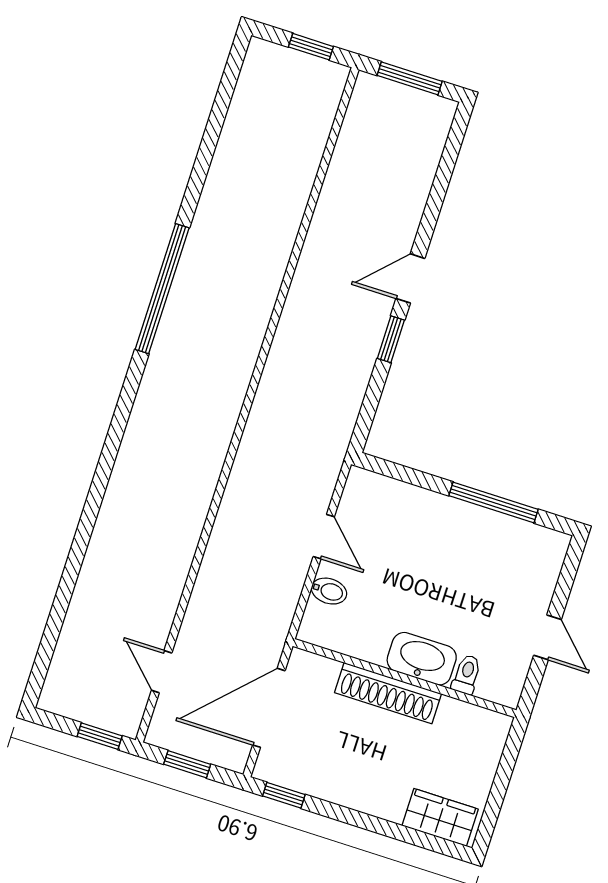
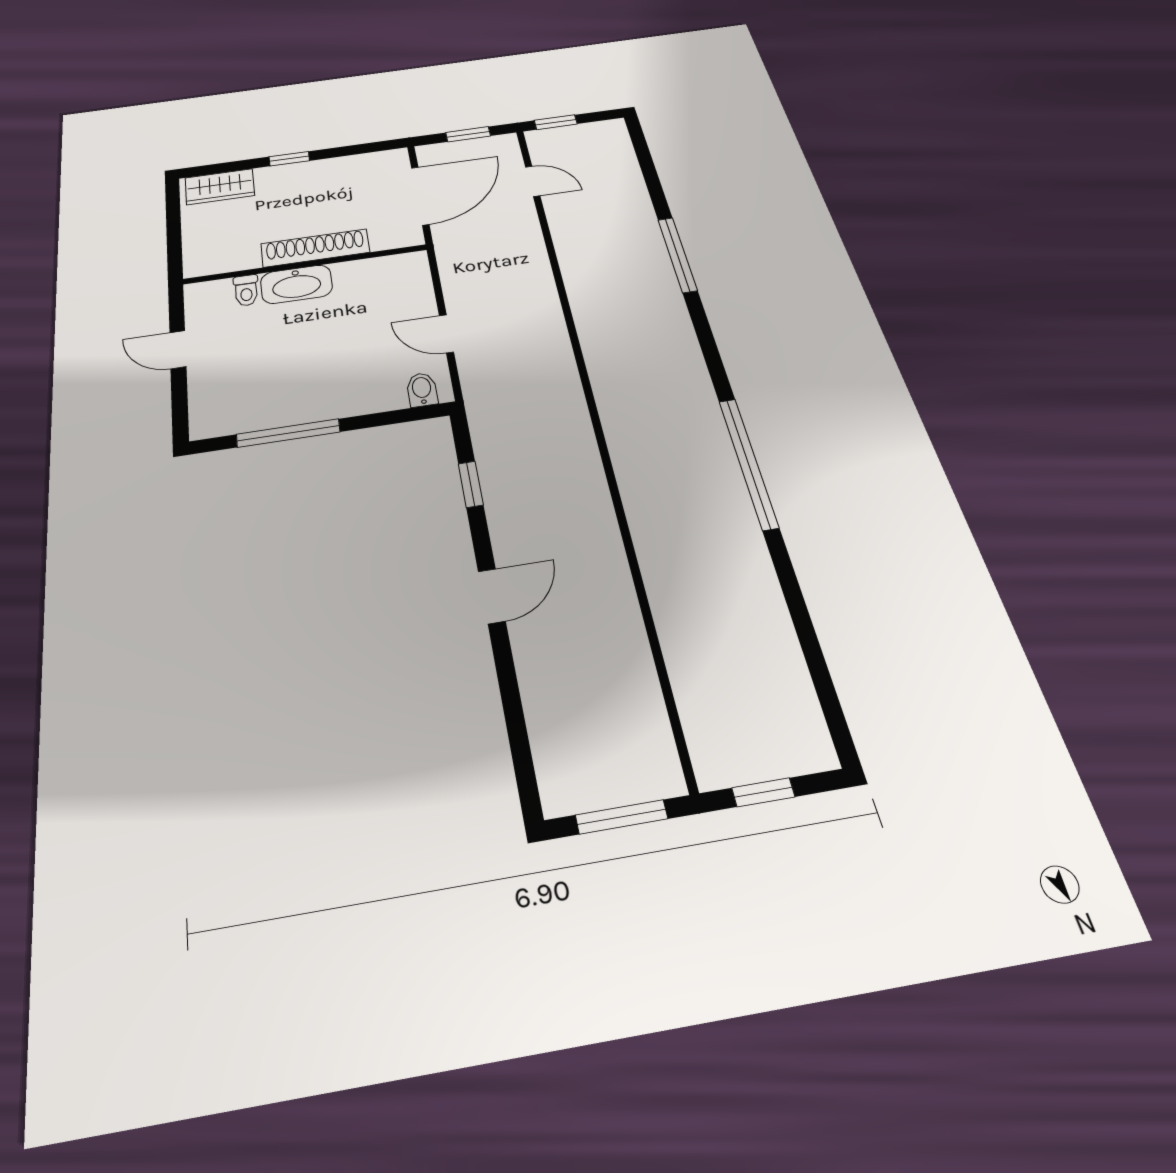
window: (391, 339) -> (471, 484), moved
window: (88, 518) -> (677, 255), added
bidet: (329, 591) -> (422, 390), moved, turned 90
window: (284, 795) -> (289, 159), moved

